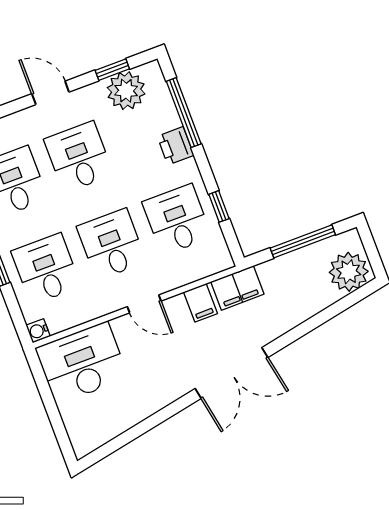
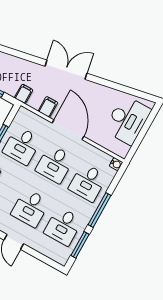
filing cabinet: (237, 288) -> (24, 94), width x0.50
door: (144, 304) -> (68, 130), width x1.87
desk: (82, 363) -> (127, 120), moved, turned -90

